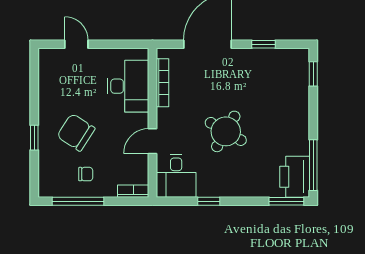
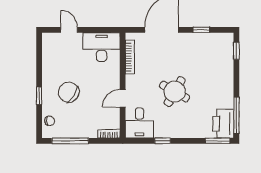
desk: (128, 86) -> (102, 47), moved, turned -90
chair: (86, 174) -> (50, 121), moved

